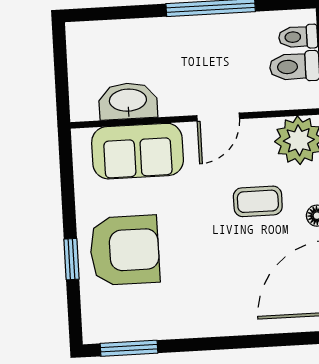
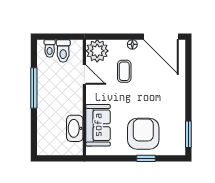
door: (218, 117) -> (84, 75), moved

